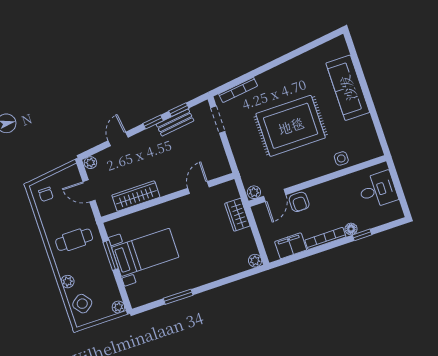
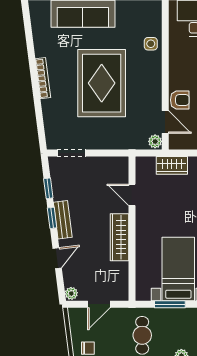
bookcase: (238, 90) -> (43, 78), moved
bench: (175, 123) -> (63, 220), moved
door: (118, 139) -> (57, 258), swing flipped
wardrobe: (136, 196) -> (120, 237), moved

